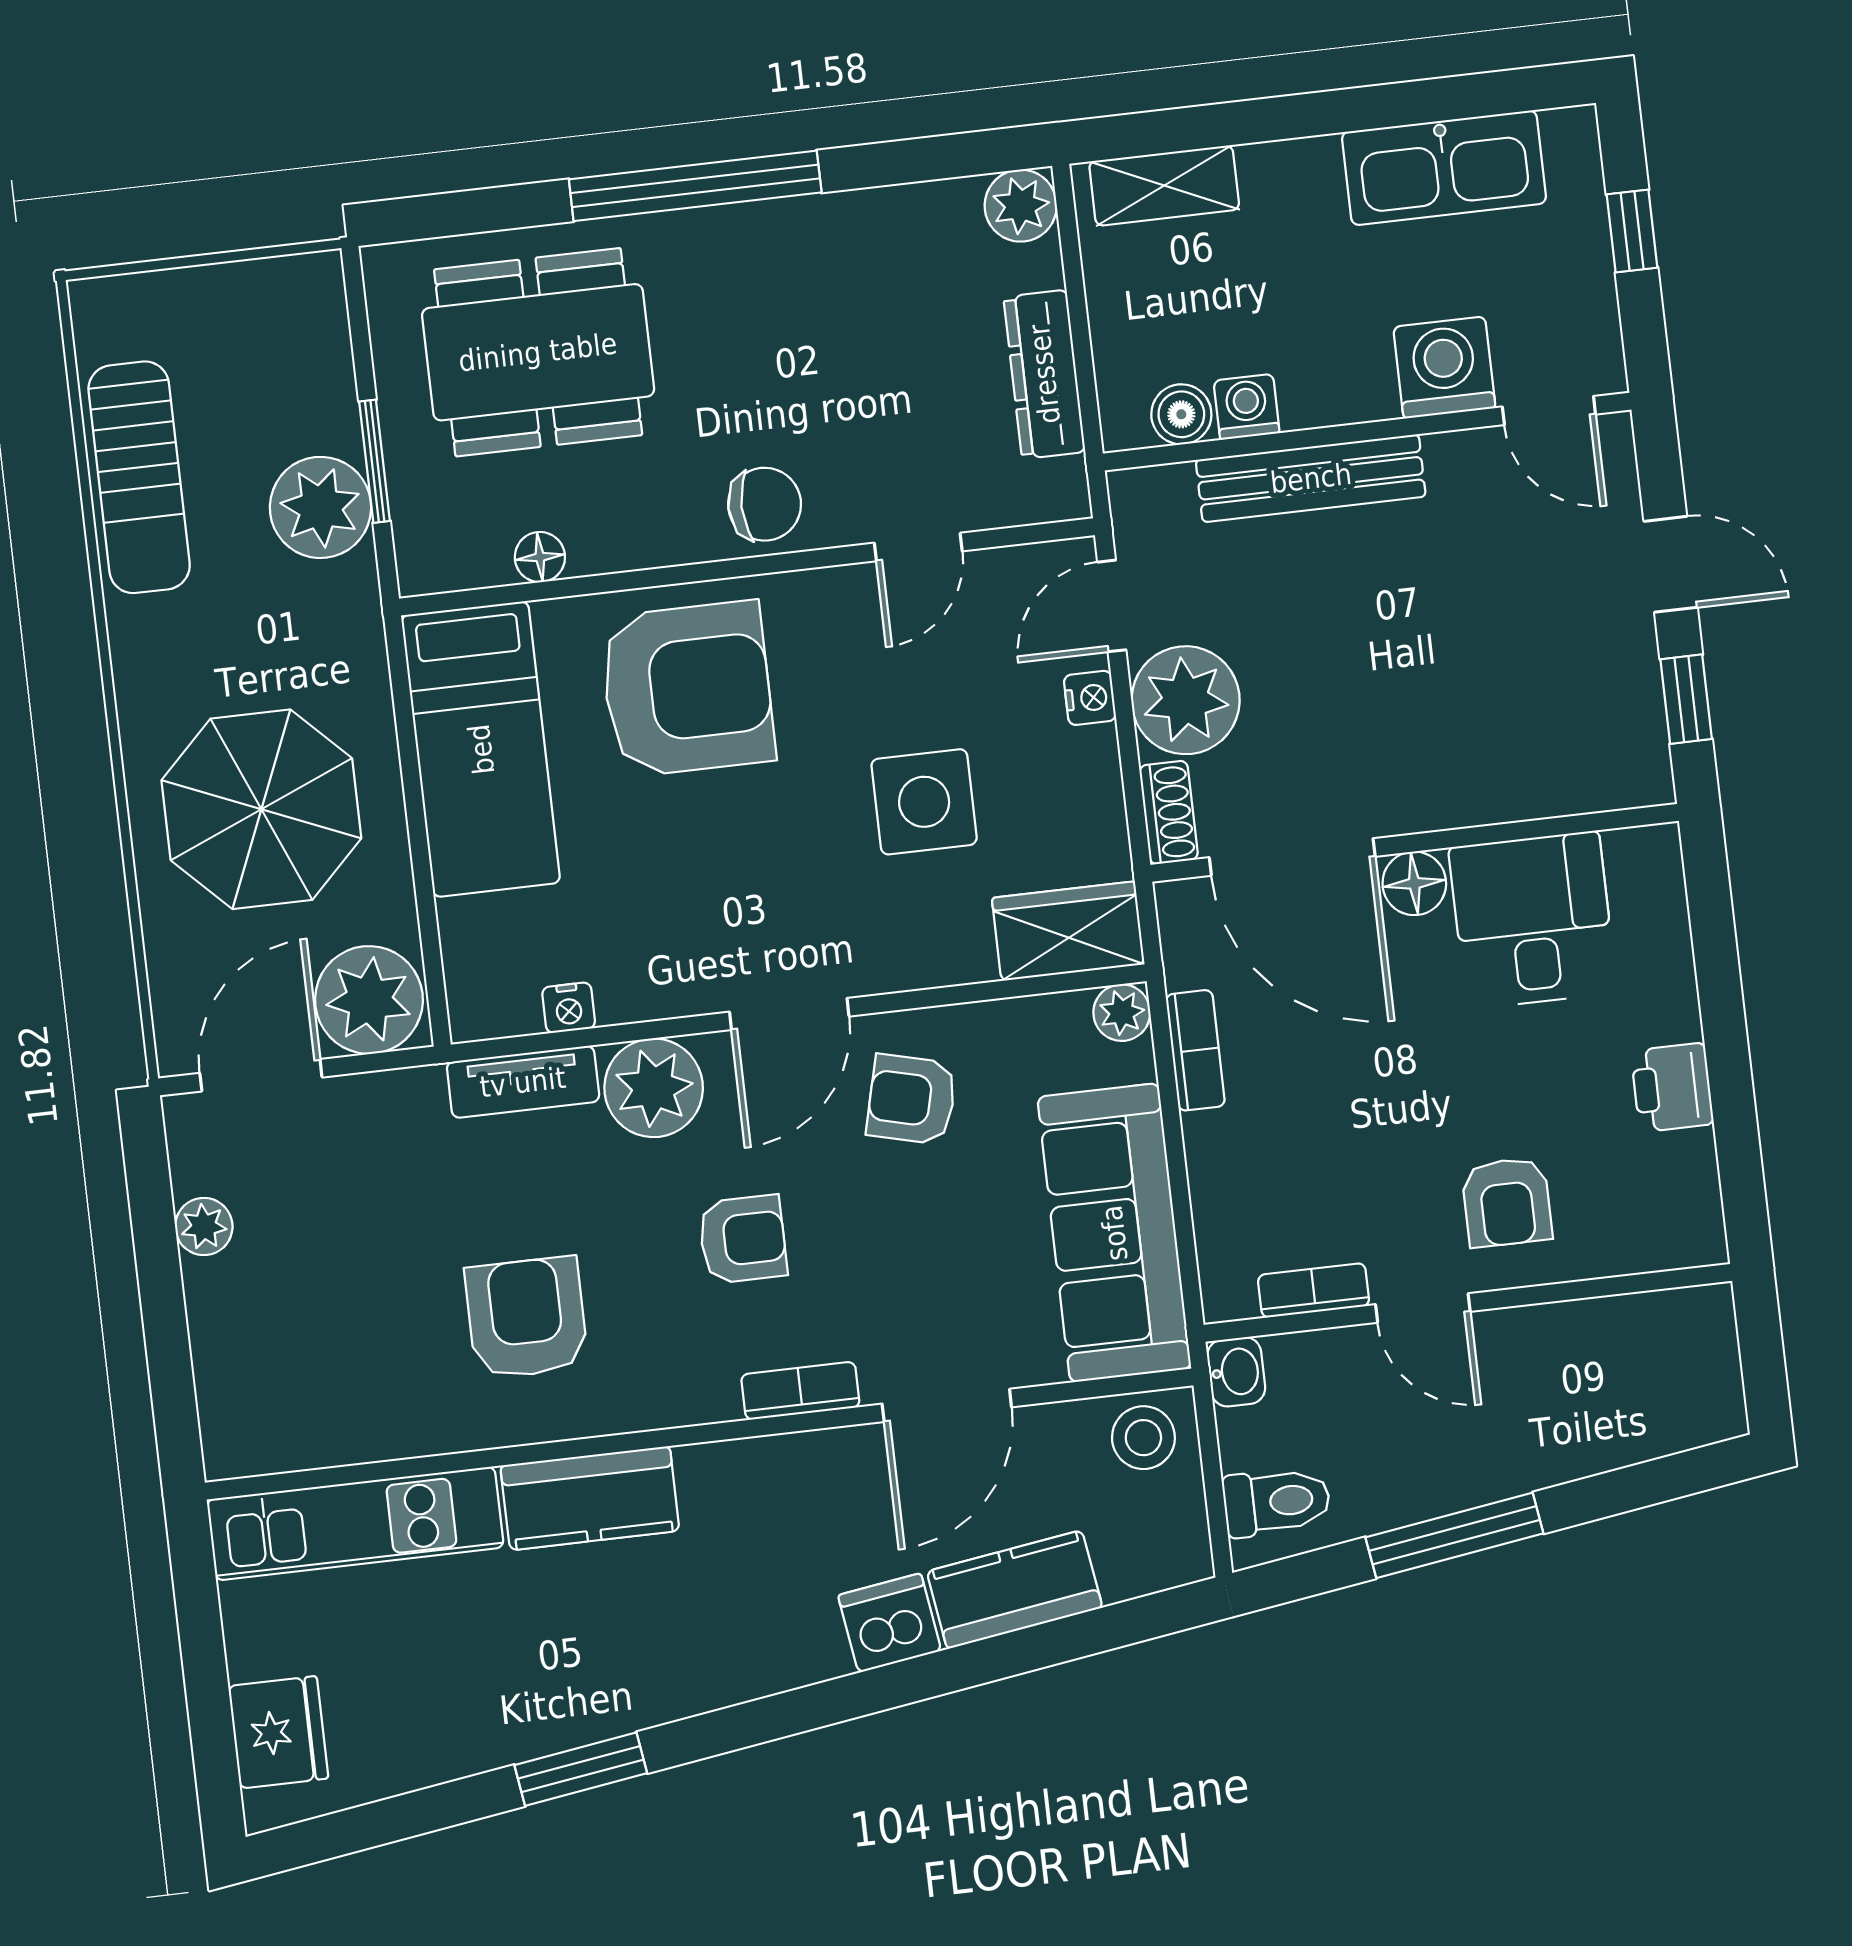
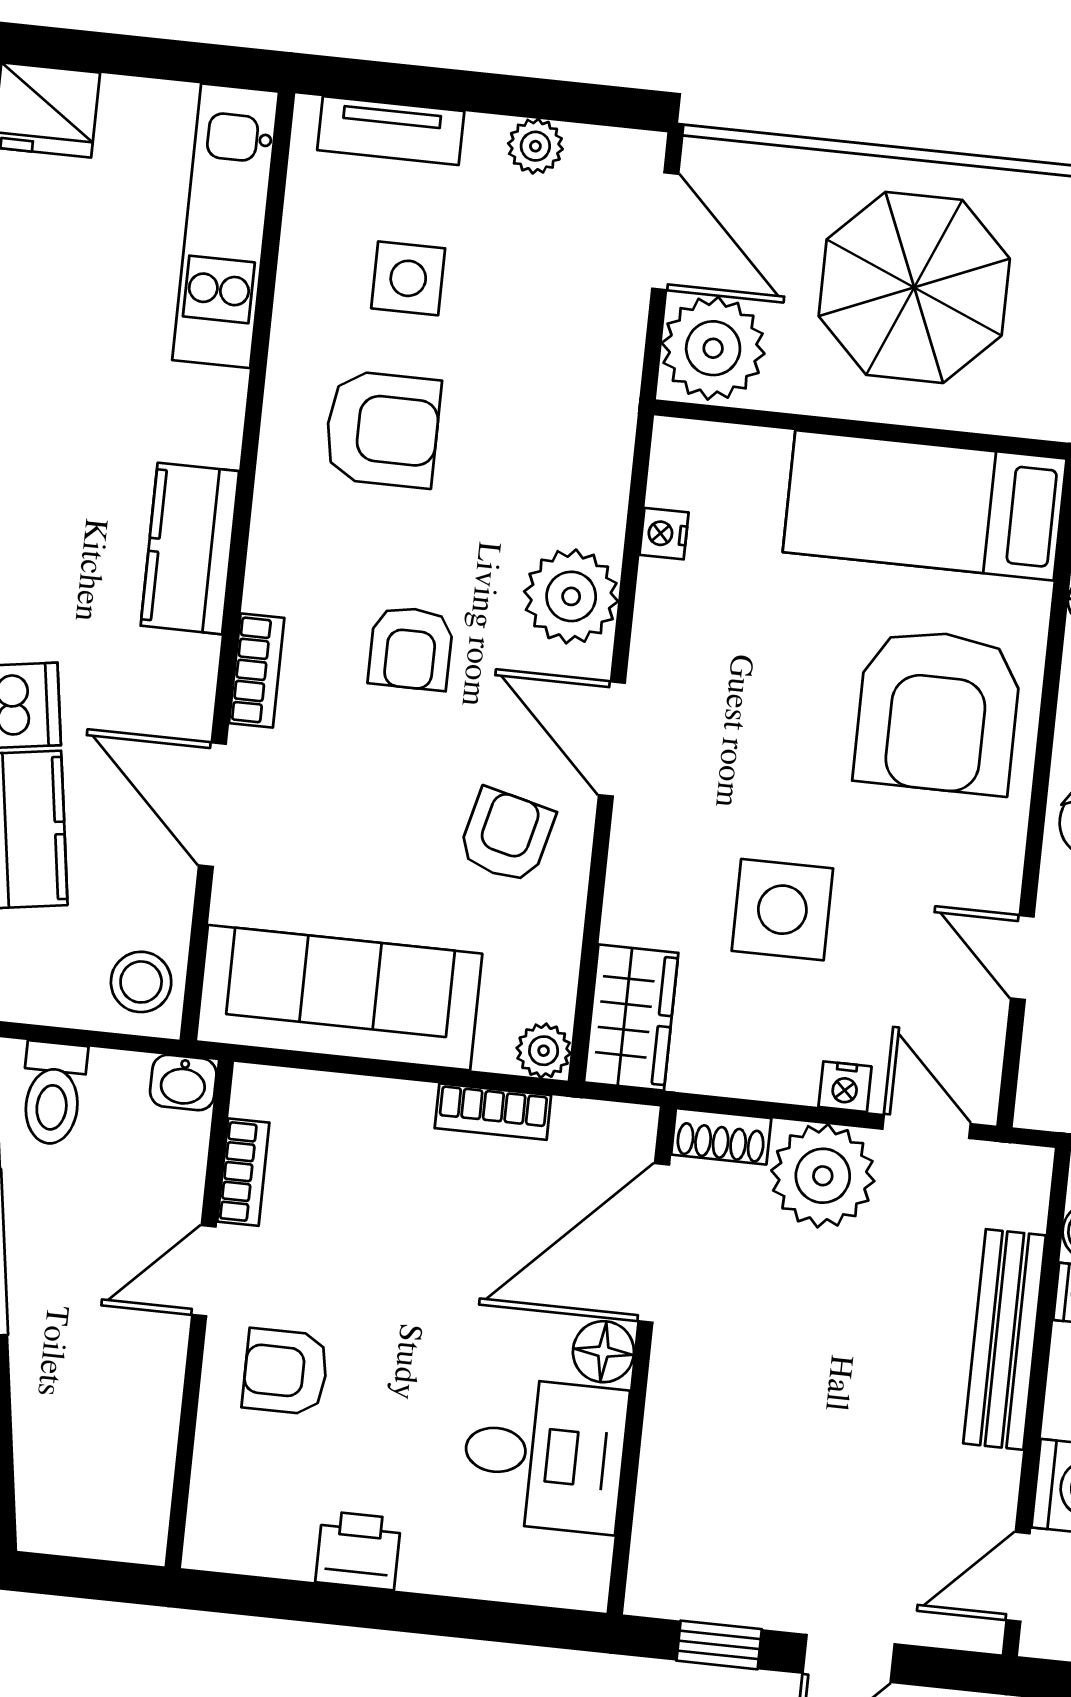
tv unit: (523, 1082) -> (391, 131), moved, turned -90
side table: (367, 1326) -> (408, 278), added
kitchen counter: (590, 1498) -> (190, 548), moved

